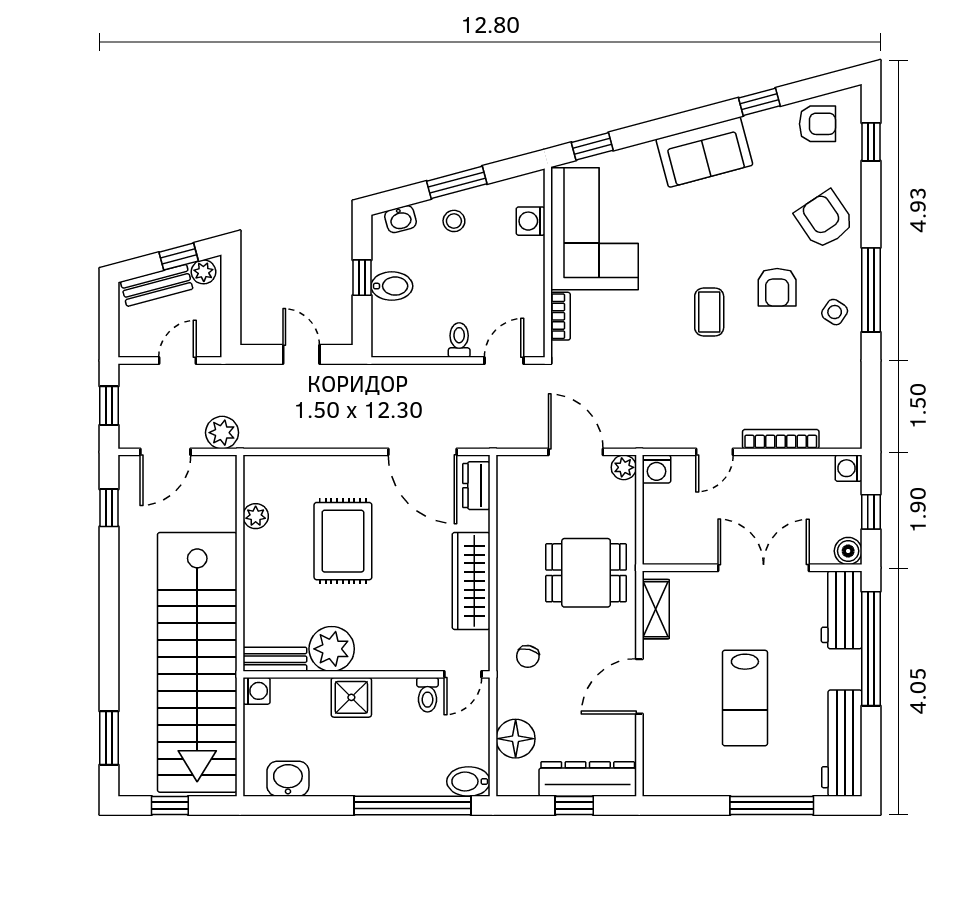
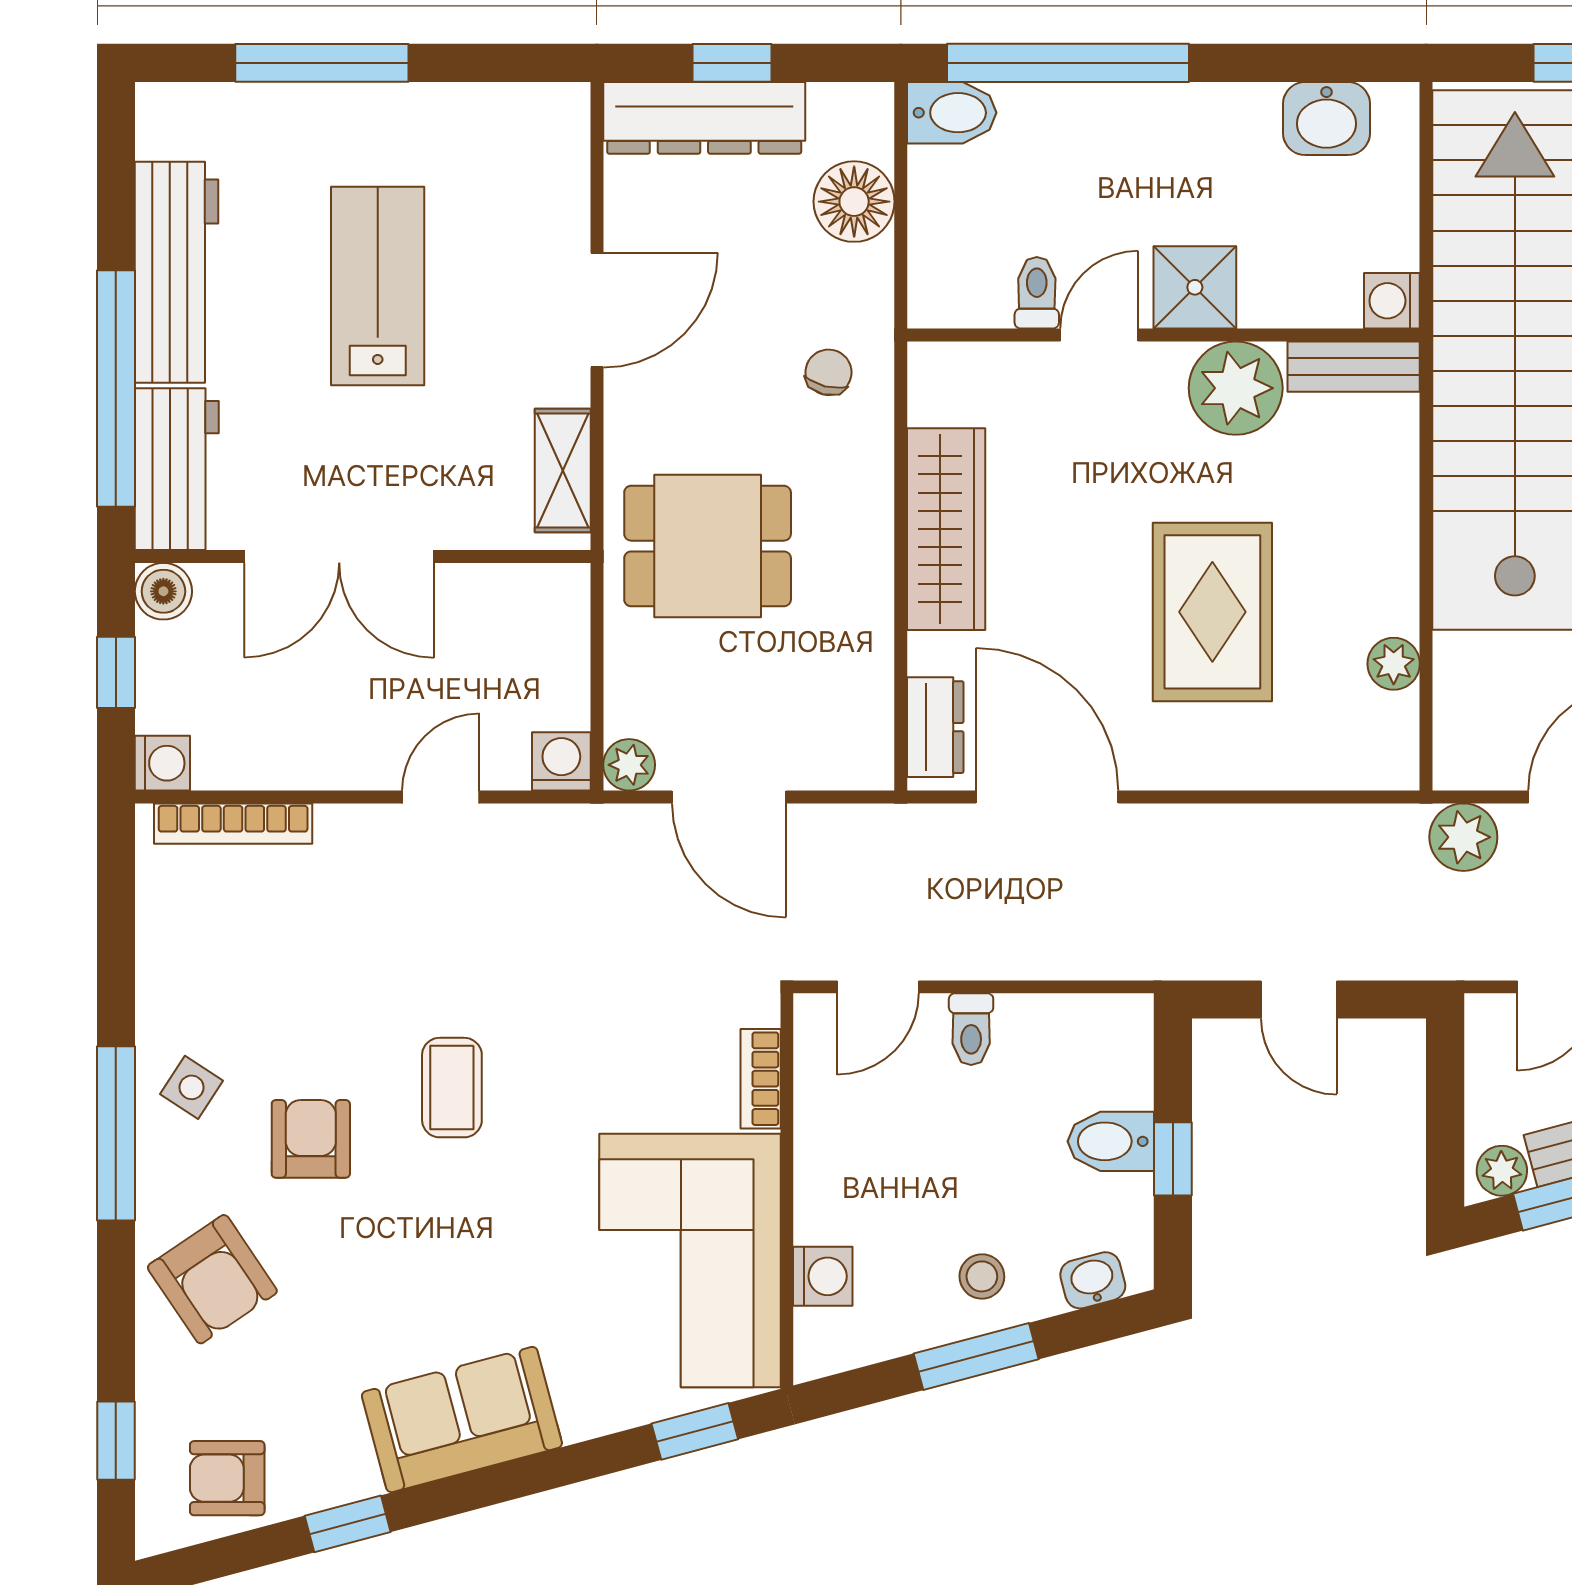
bookcase: (781, 439) -> (233, 824), moved
door: (463, 674) -> (1099, 335), moved
workbench: (842, 743) -> (177, 272), moved

